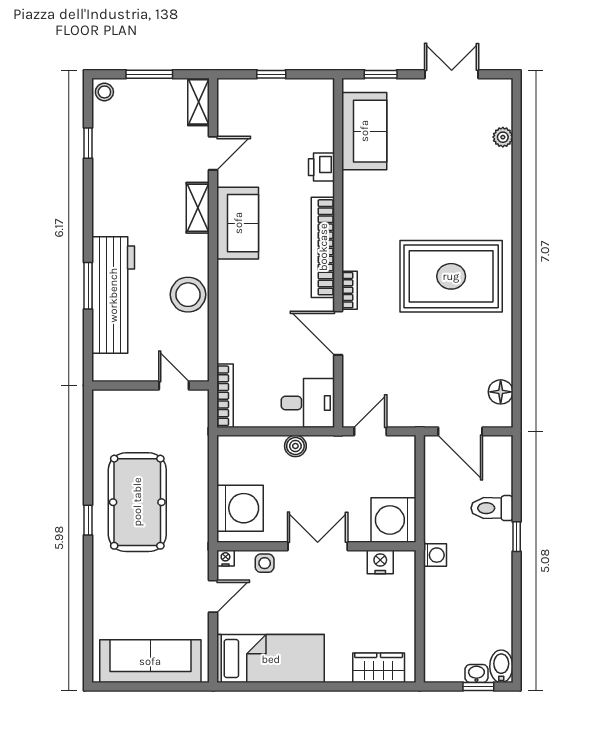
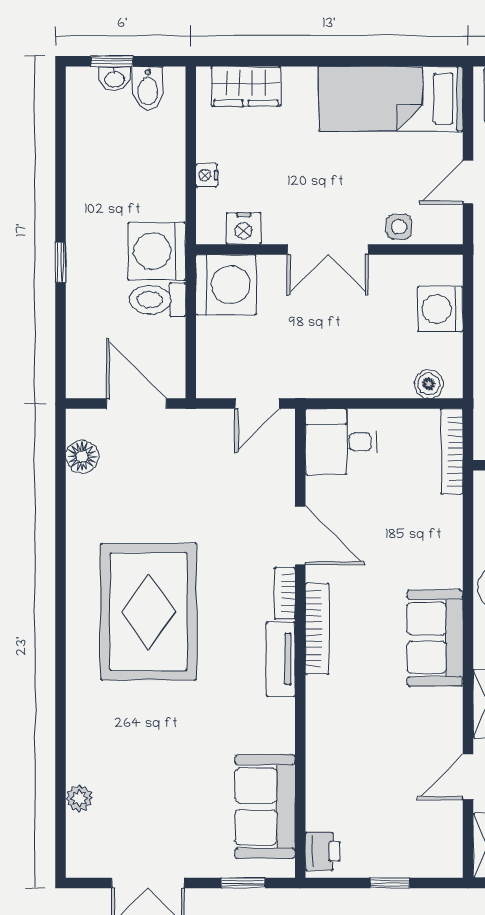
printer: (321, 167) -> (323, 851), moved
sofa: (238, 223) -> (435, 638), moved
tv unit: (353, 241) -> (281, 659), added
bookcase: (323, 247) -> (317, 629), width x0.68, depth x0.76
rug: (451, 276) -> (149, 612), turned 90
boiler: (295, 446) -> (429, 384), moved
washing machine: (240, 508) -> (440, 309), width x0.73, depth x0.73
toilet: (492, 508) -> (158, 300), moved, turned 180
washing machine: (435, 555) -> (157, 251), width x1.89, depth x1.89
nightstand: (225, 558) -> (207, 175), moved, turned 90
bidet: (501, 666) -> (148, 88), moved

